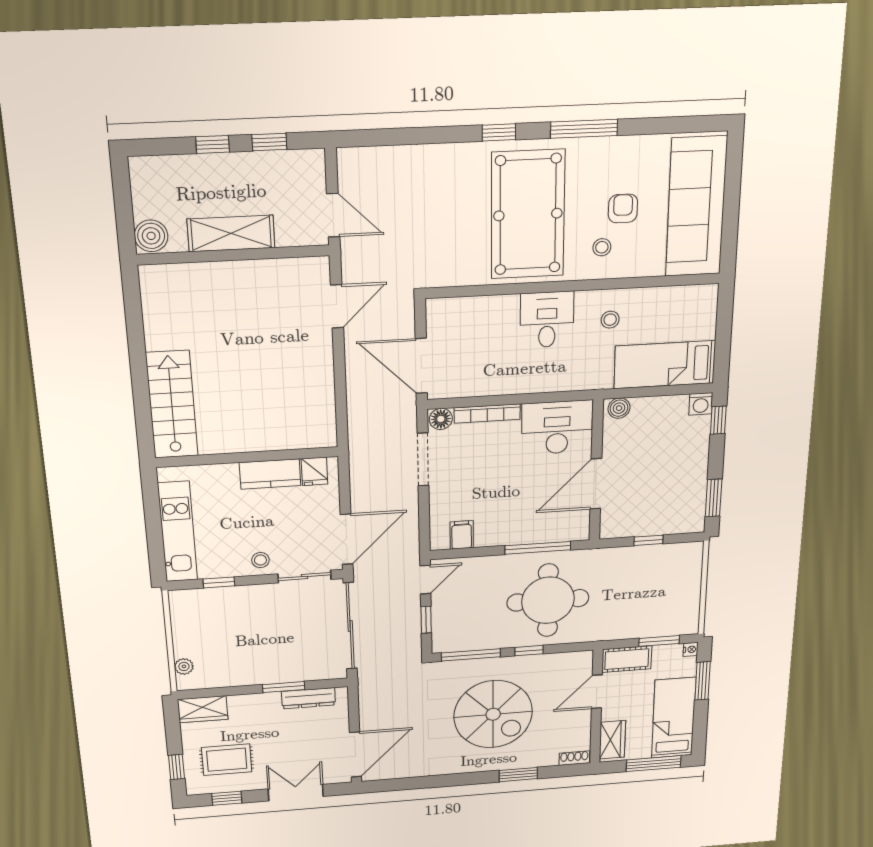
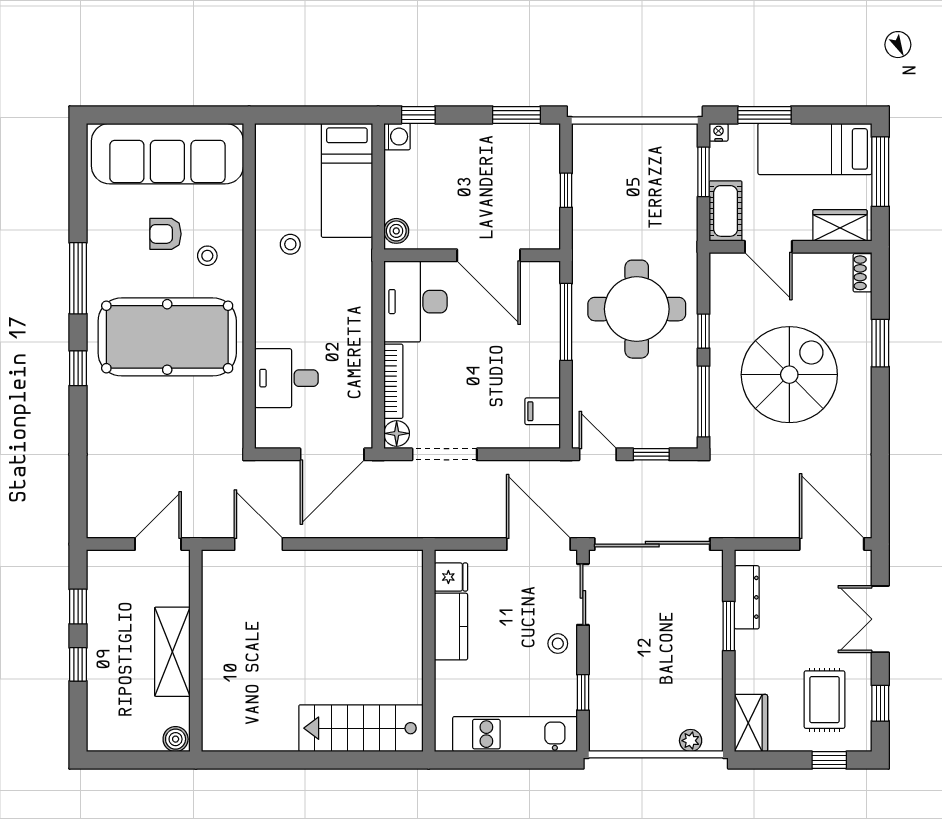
boiler: (151, 236) -> (176, 739), width x0.73, depth x0.73
desk: (547, 320) -> (286, 378), moved

